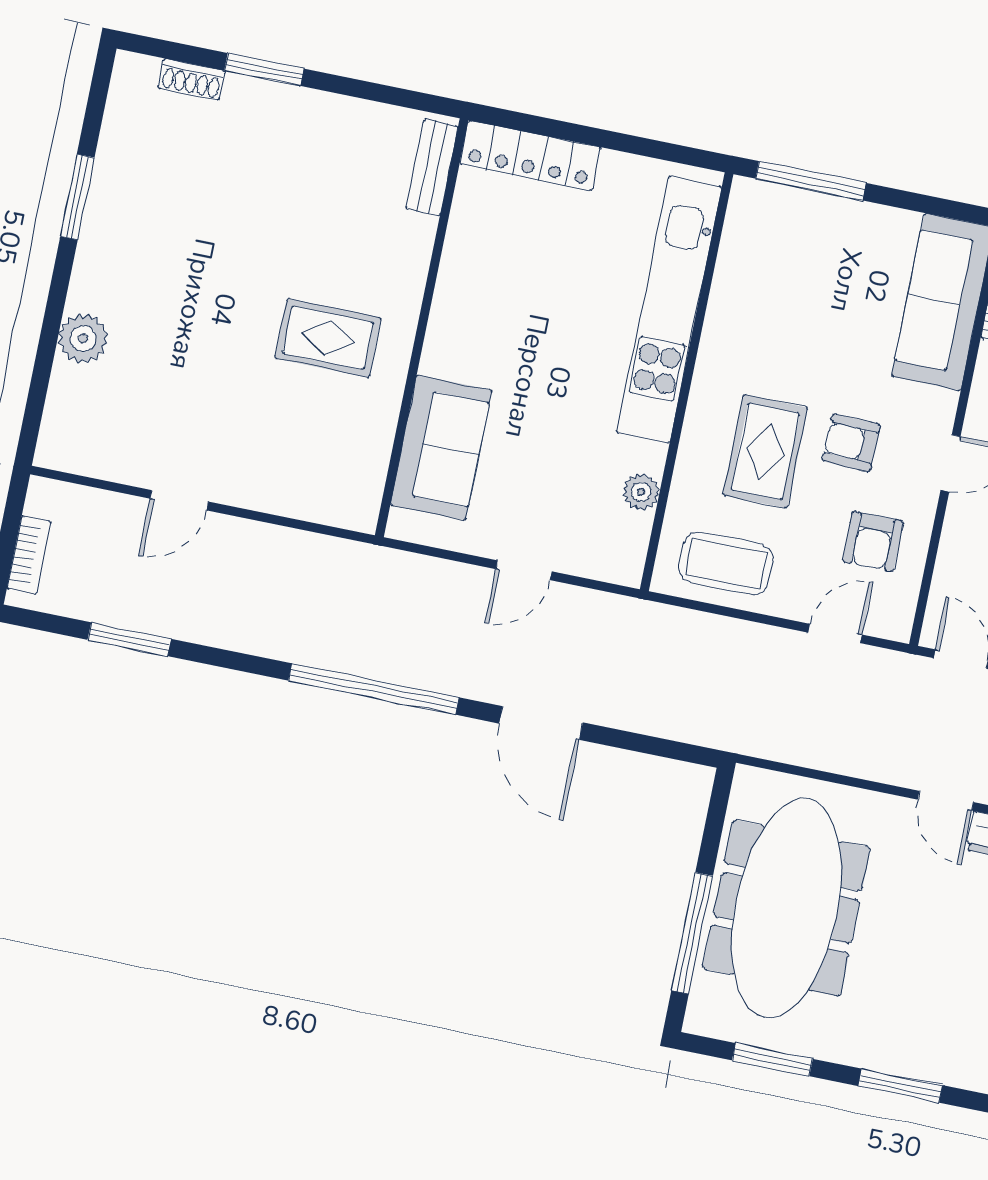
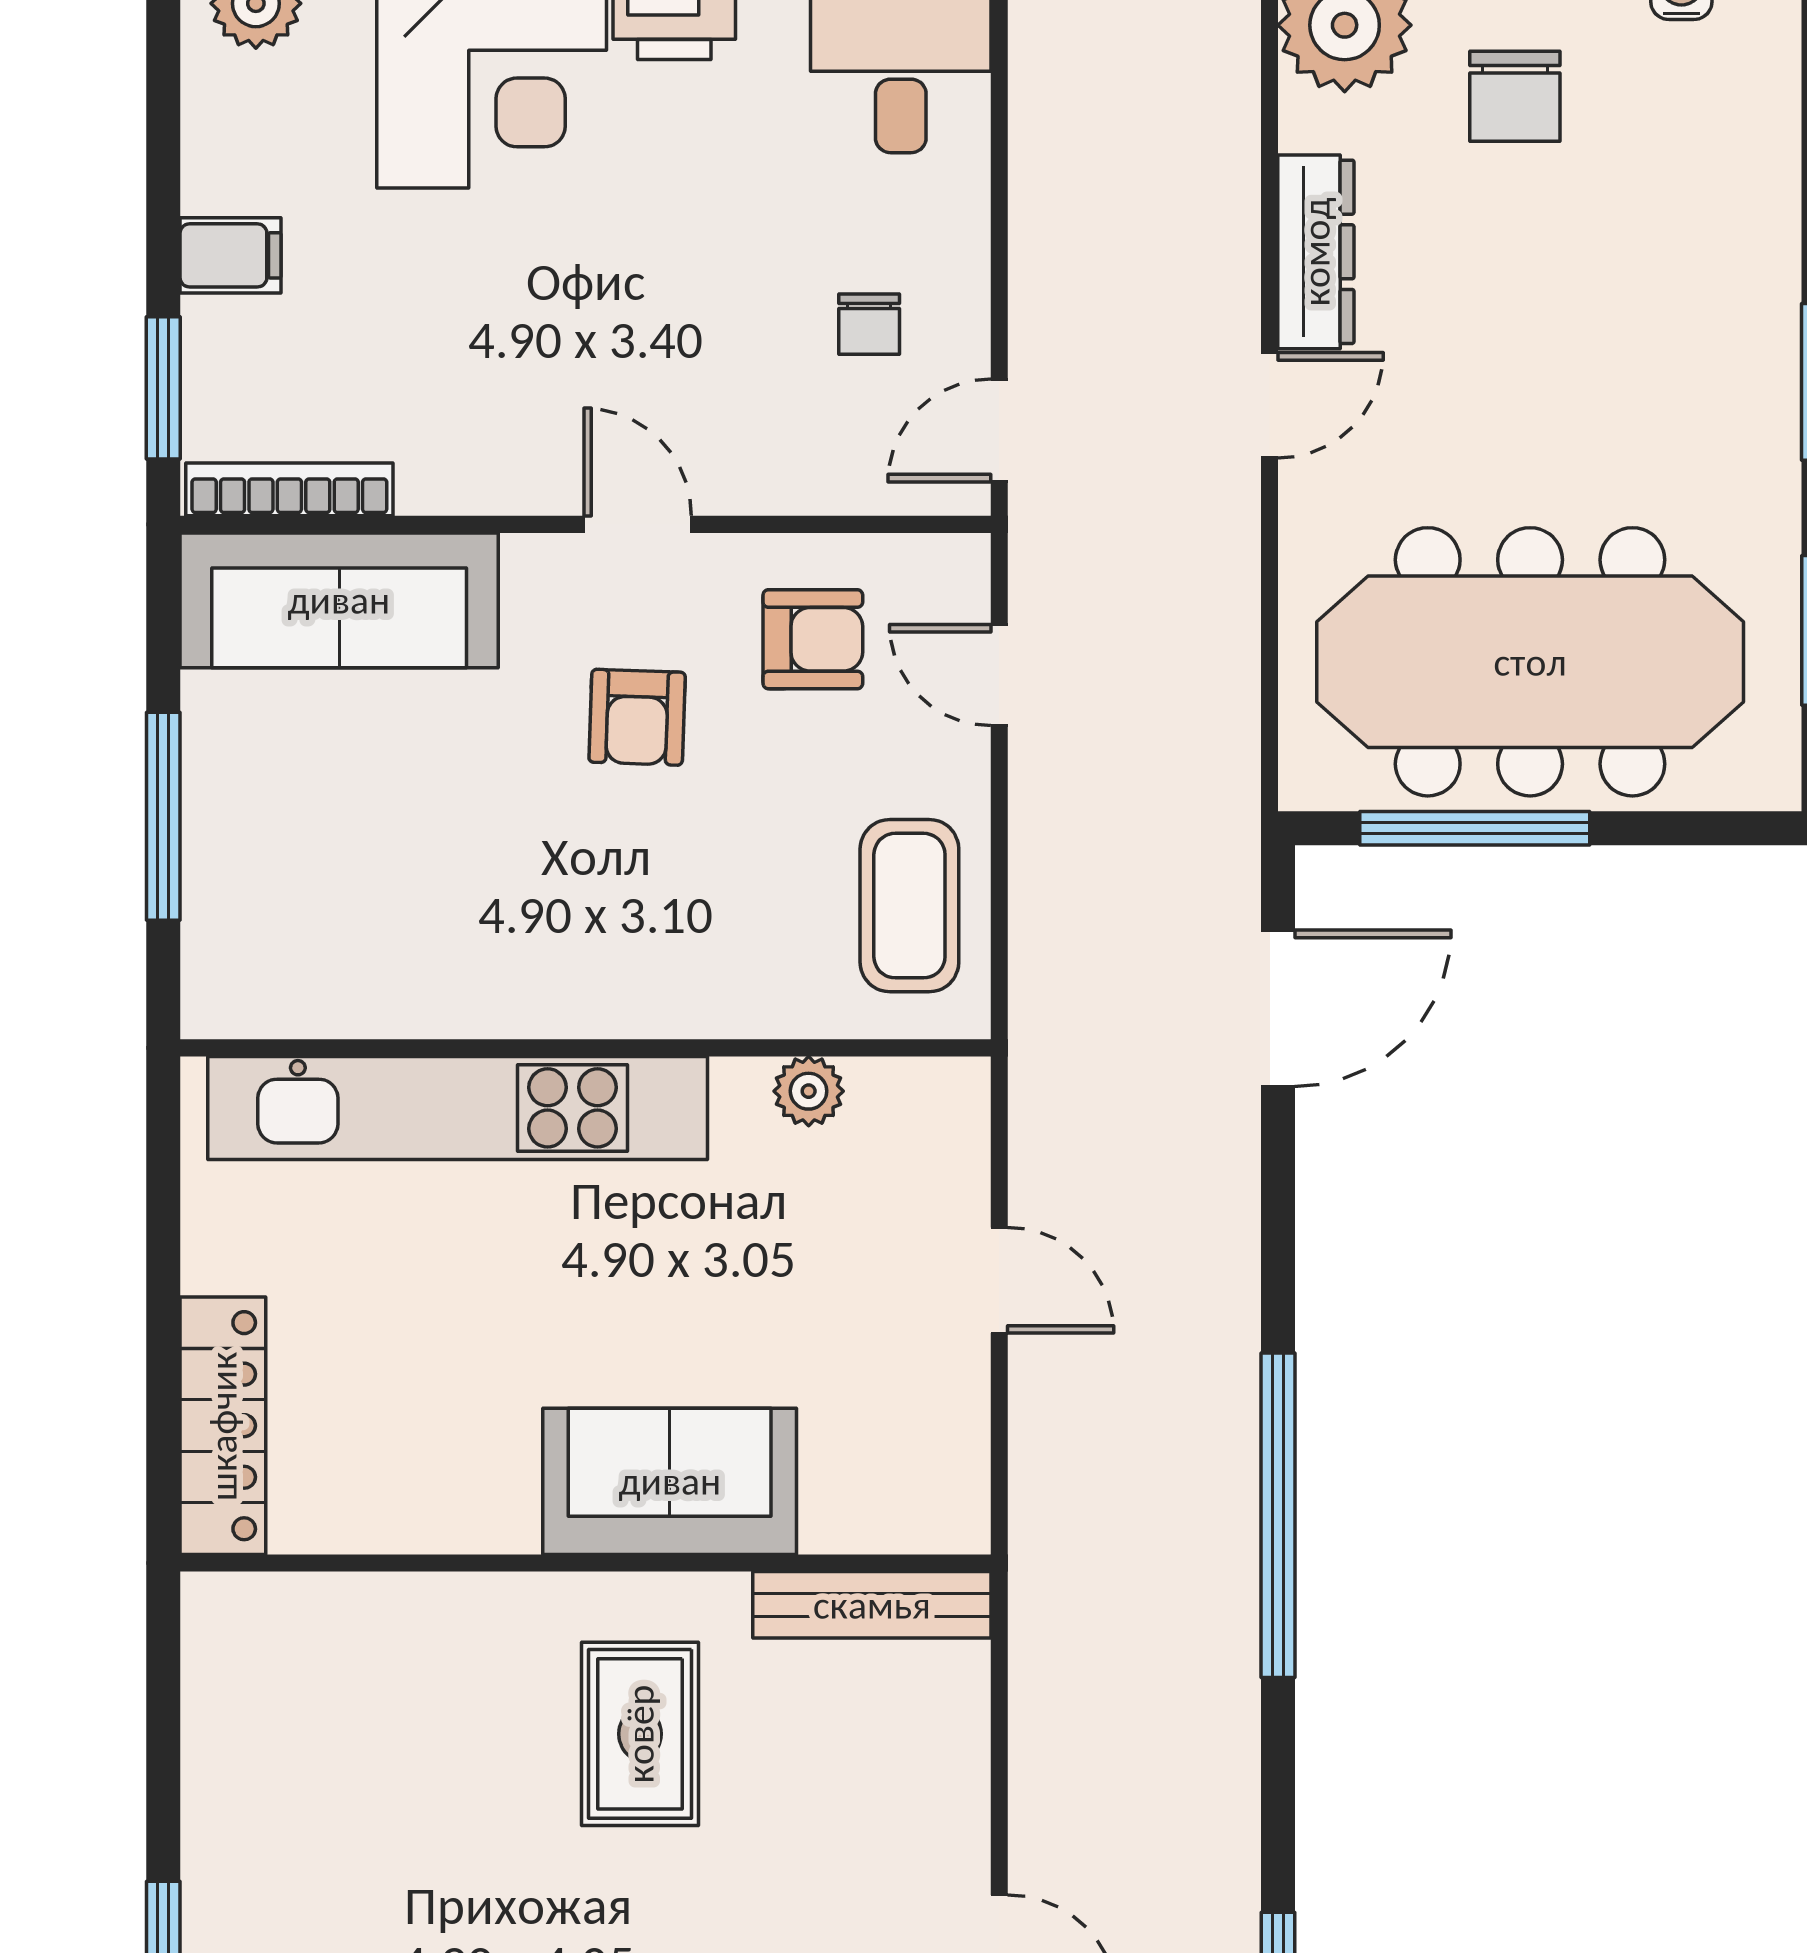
bench: (432, 167) -> (872, 1605), moved, width x1.36
window: (811, 181) -> (163, 816), moved
sofa: (441, 448) -> (670, 1481), moved
rug: (765, 451) -> (686, 875), removed
door: (541, 723) -> (1278, 1008), moved
window: (692, 933) -> (1475, 828), moved

